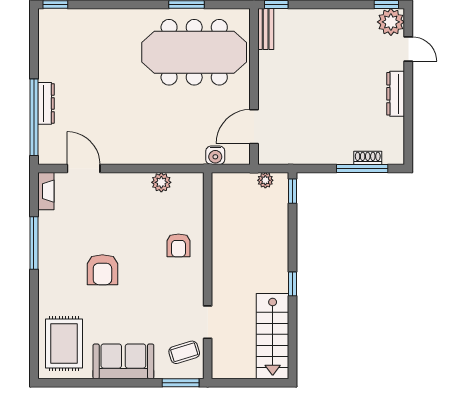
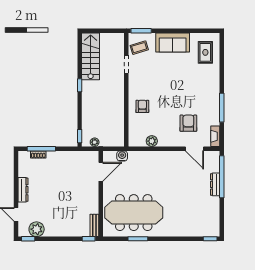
plant: (391, 22) -> (37, 229), moved
armchair: (102, 270) -> (188, 123), moved
rug: (64, 344) -> (205, 52), width x0.73, depth x0.70

